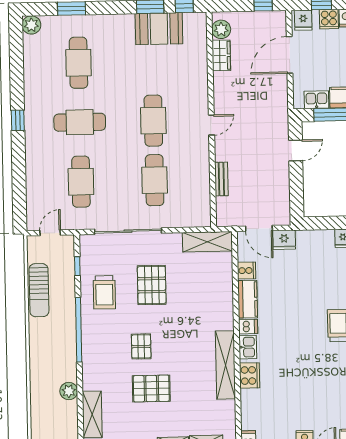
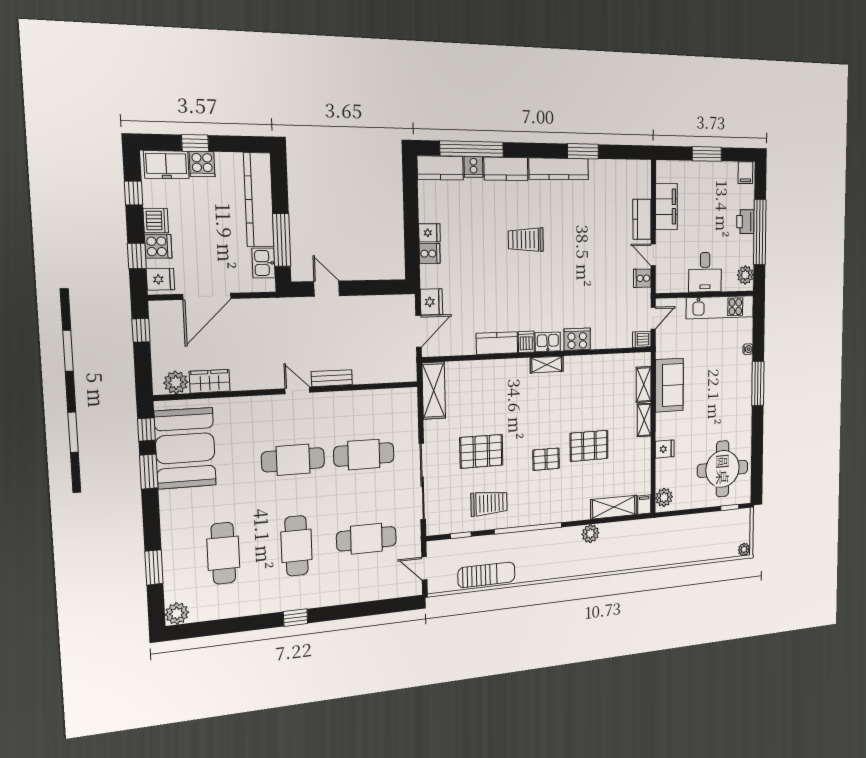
booth: (159, 29) -> (185, 448), width x1.36, depth x1.42
door: (290, 55) -> (207, 296), hinge flipped
cafe table: (78, 63) -> (223, 553), turned 90
bench: (221, 179) -> (332, 378), moved
cooker: (247, 271) -> (430, 254), moved, turned 90
shelving: (225, 365) -> (547, 365), width x0.45, depth x0.75
pallet: (151, 388) -> (589, 446), turned 90

